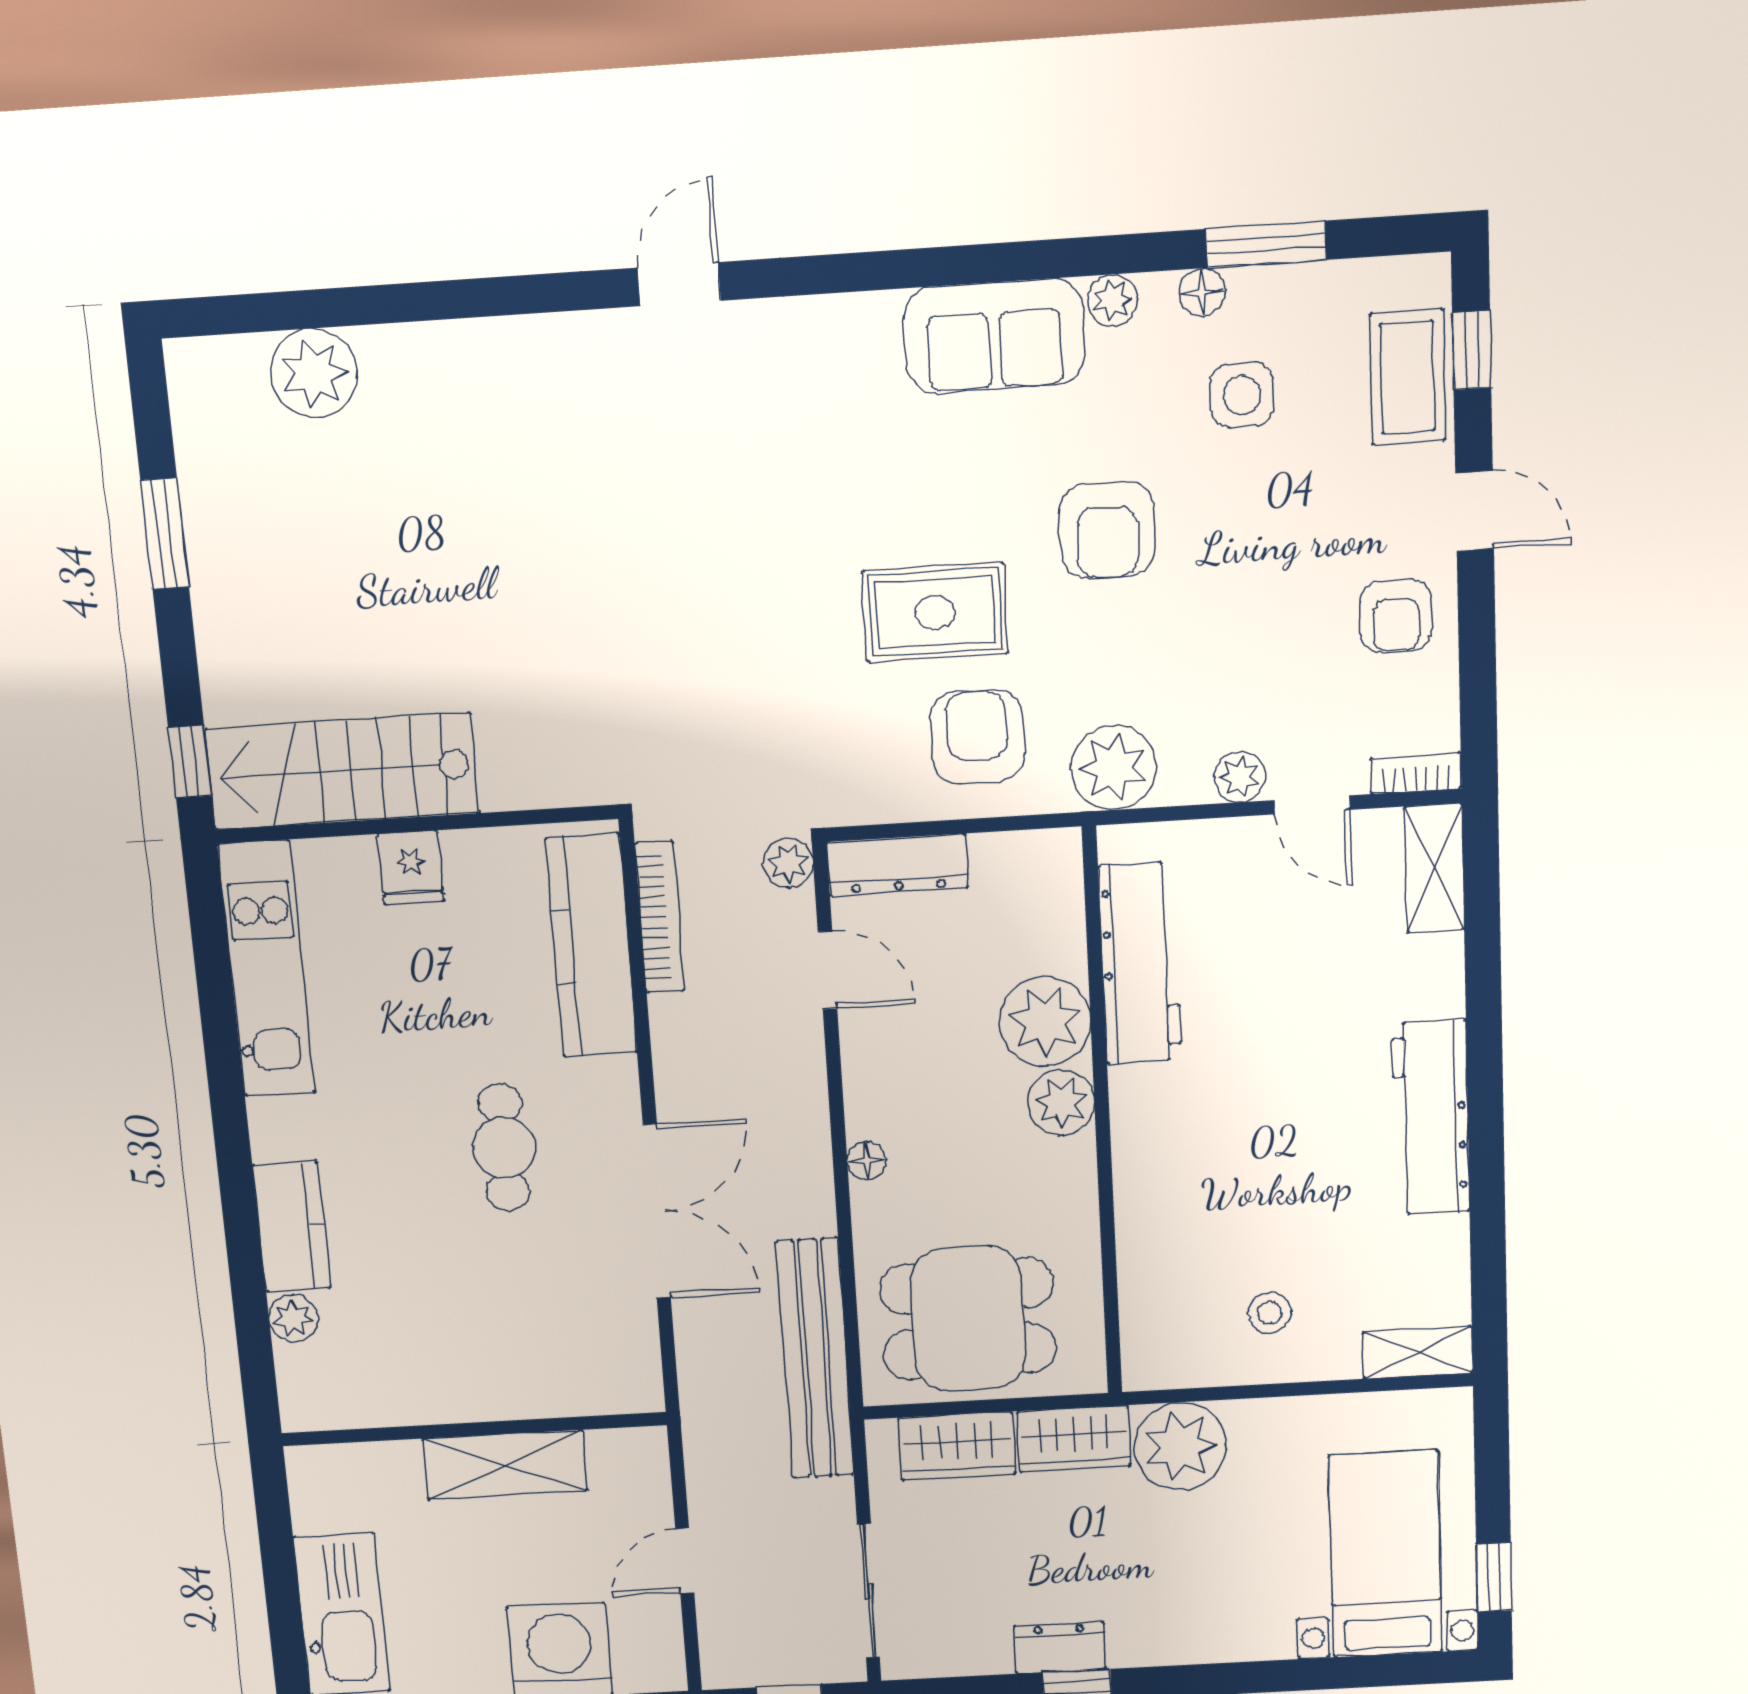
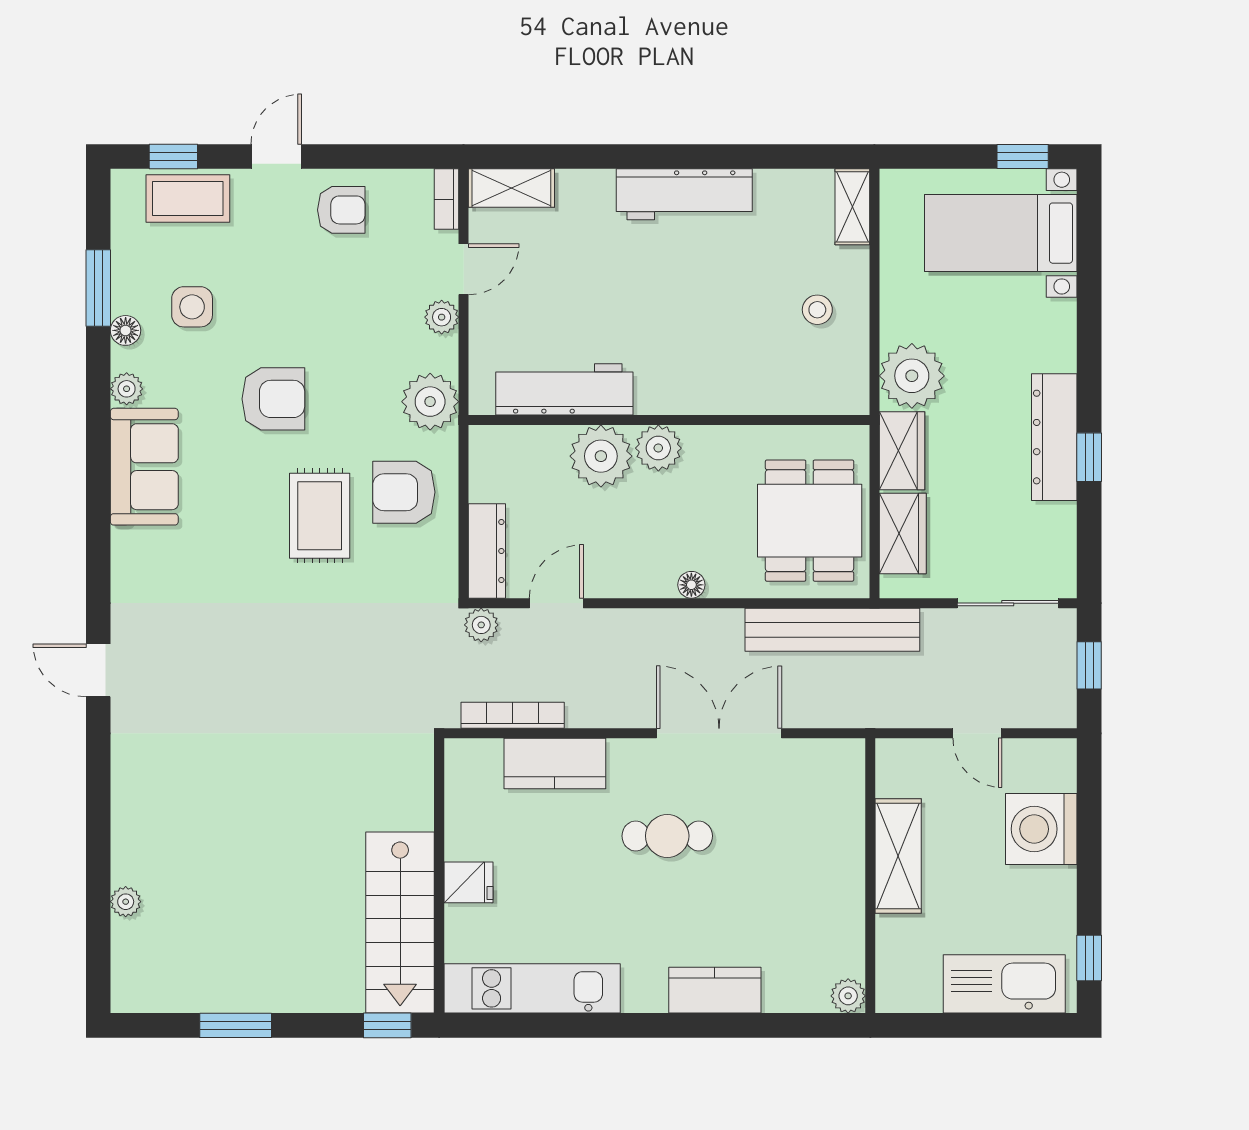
plant: (314, 373) -> (126, 902), width x0.53, depth x0.53
kitchen counter: (591, 946) -> (555, 764), width x0.67
plant: (293, 1318) -> (848, 996), moved
dresser: (1060, 1648) -> (1054, 437), width x1.96, depth x1.24

